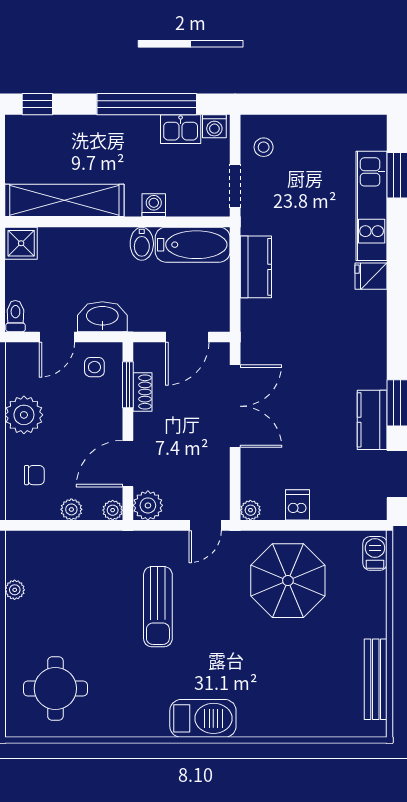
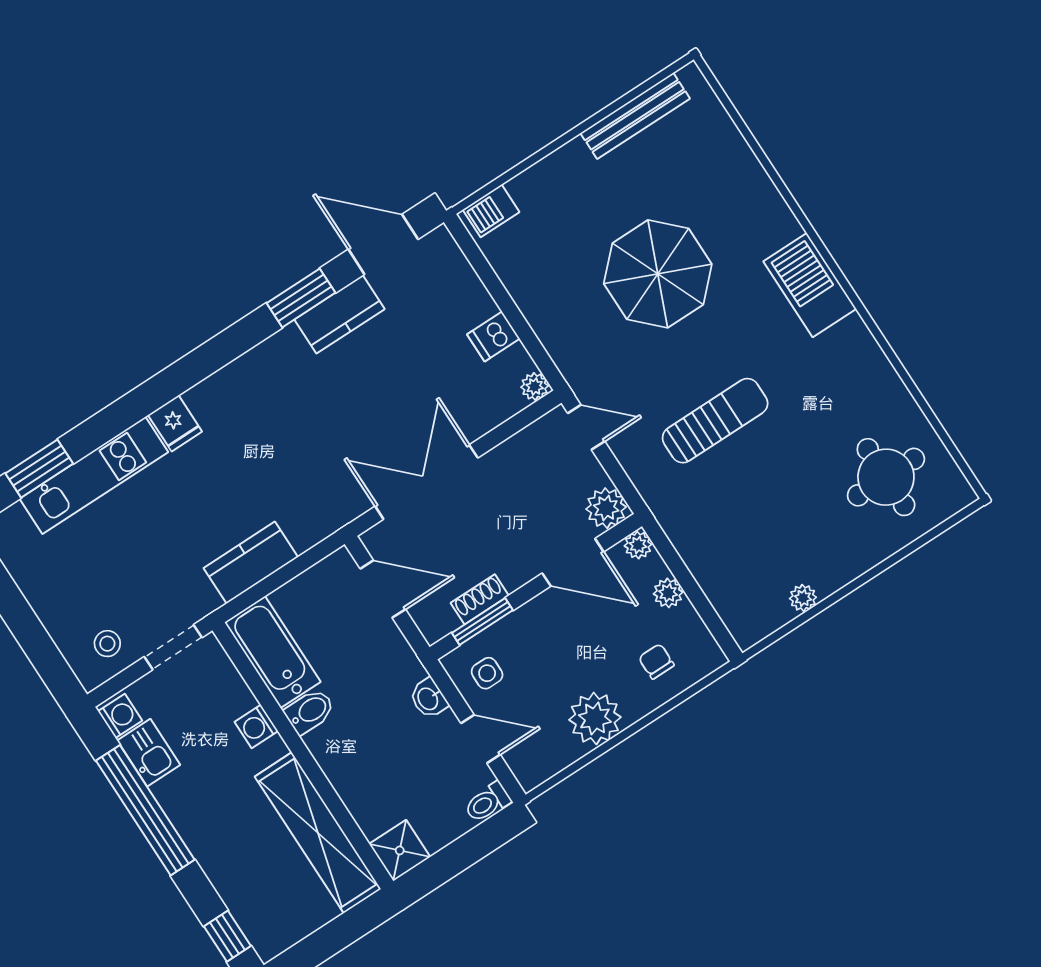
washbasin: (102, 317) -> (428, 698), width x0.52, depth x0.69
parasol: (288, 581) -> (658, 274), moved

